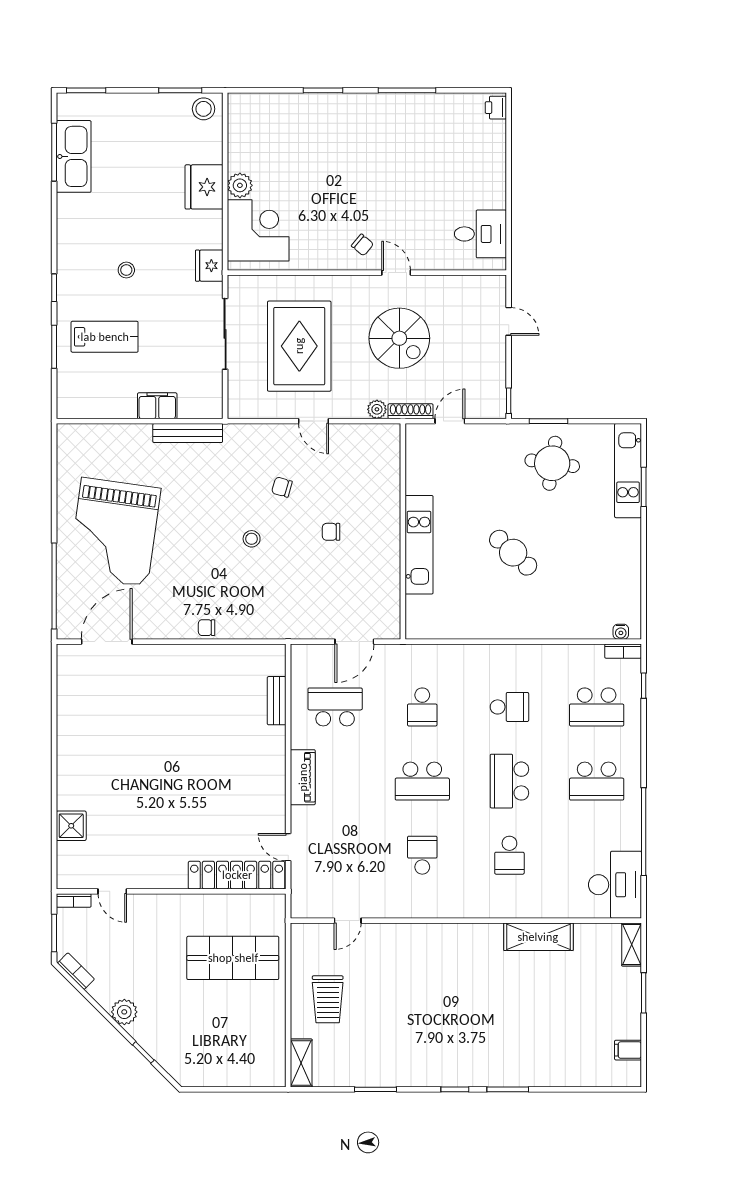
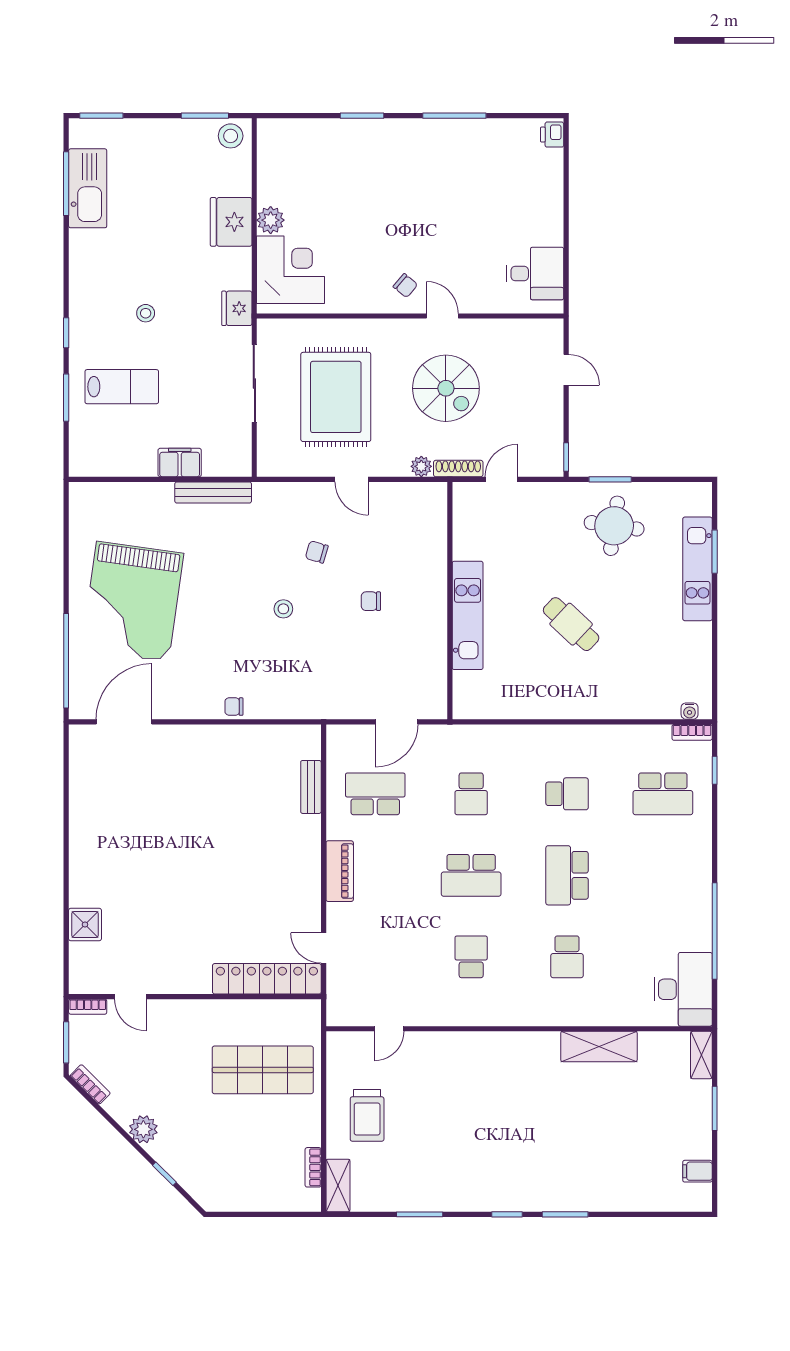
kitchen unit: (628, 471) -> (697, 569), moved
school desk: (597, 781) -> (663, 875), removed
bookcase: (279, 1047) -> (313, 1167), added

